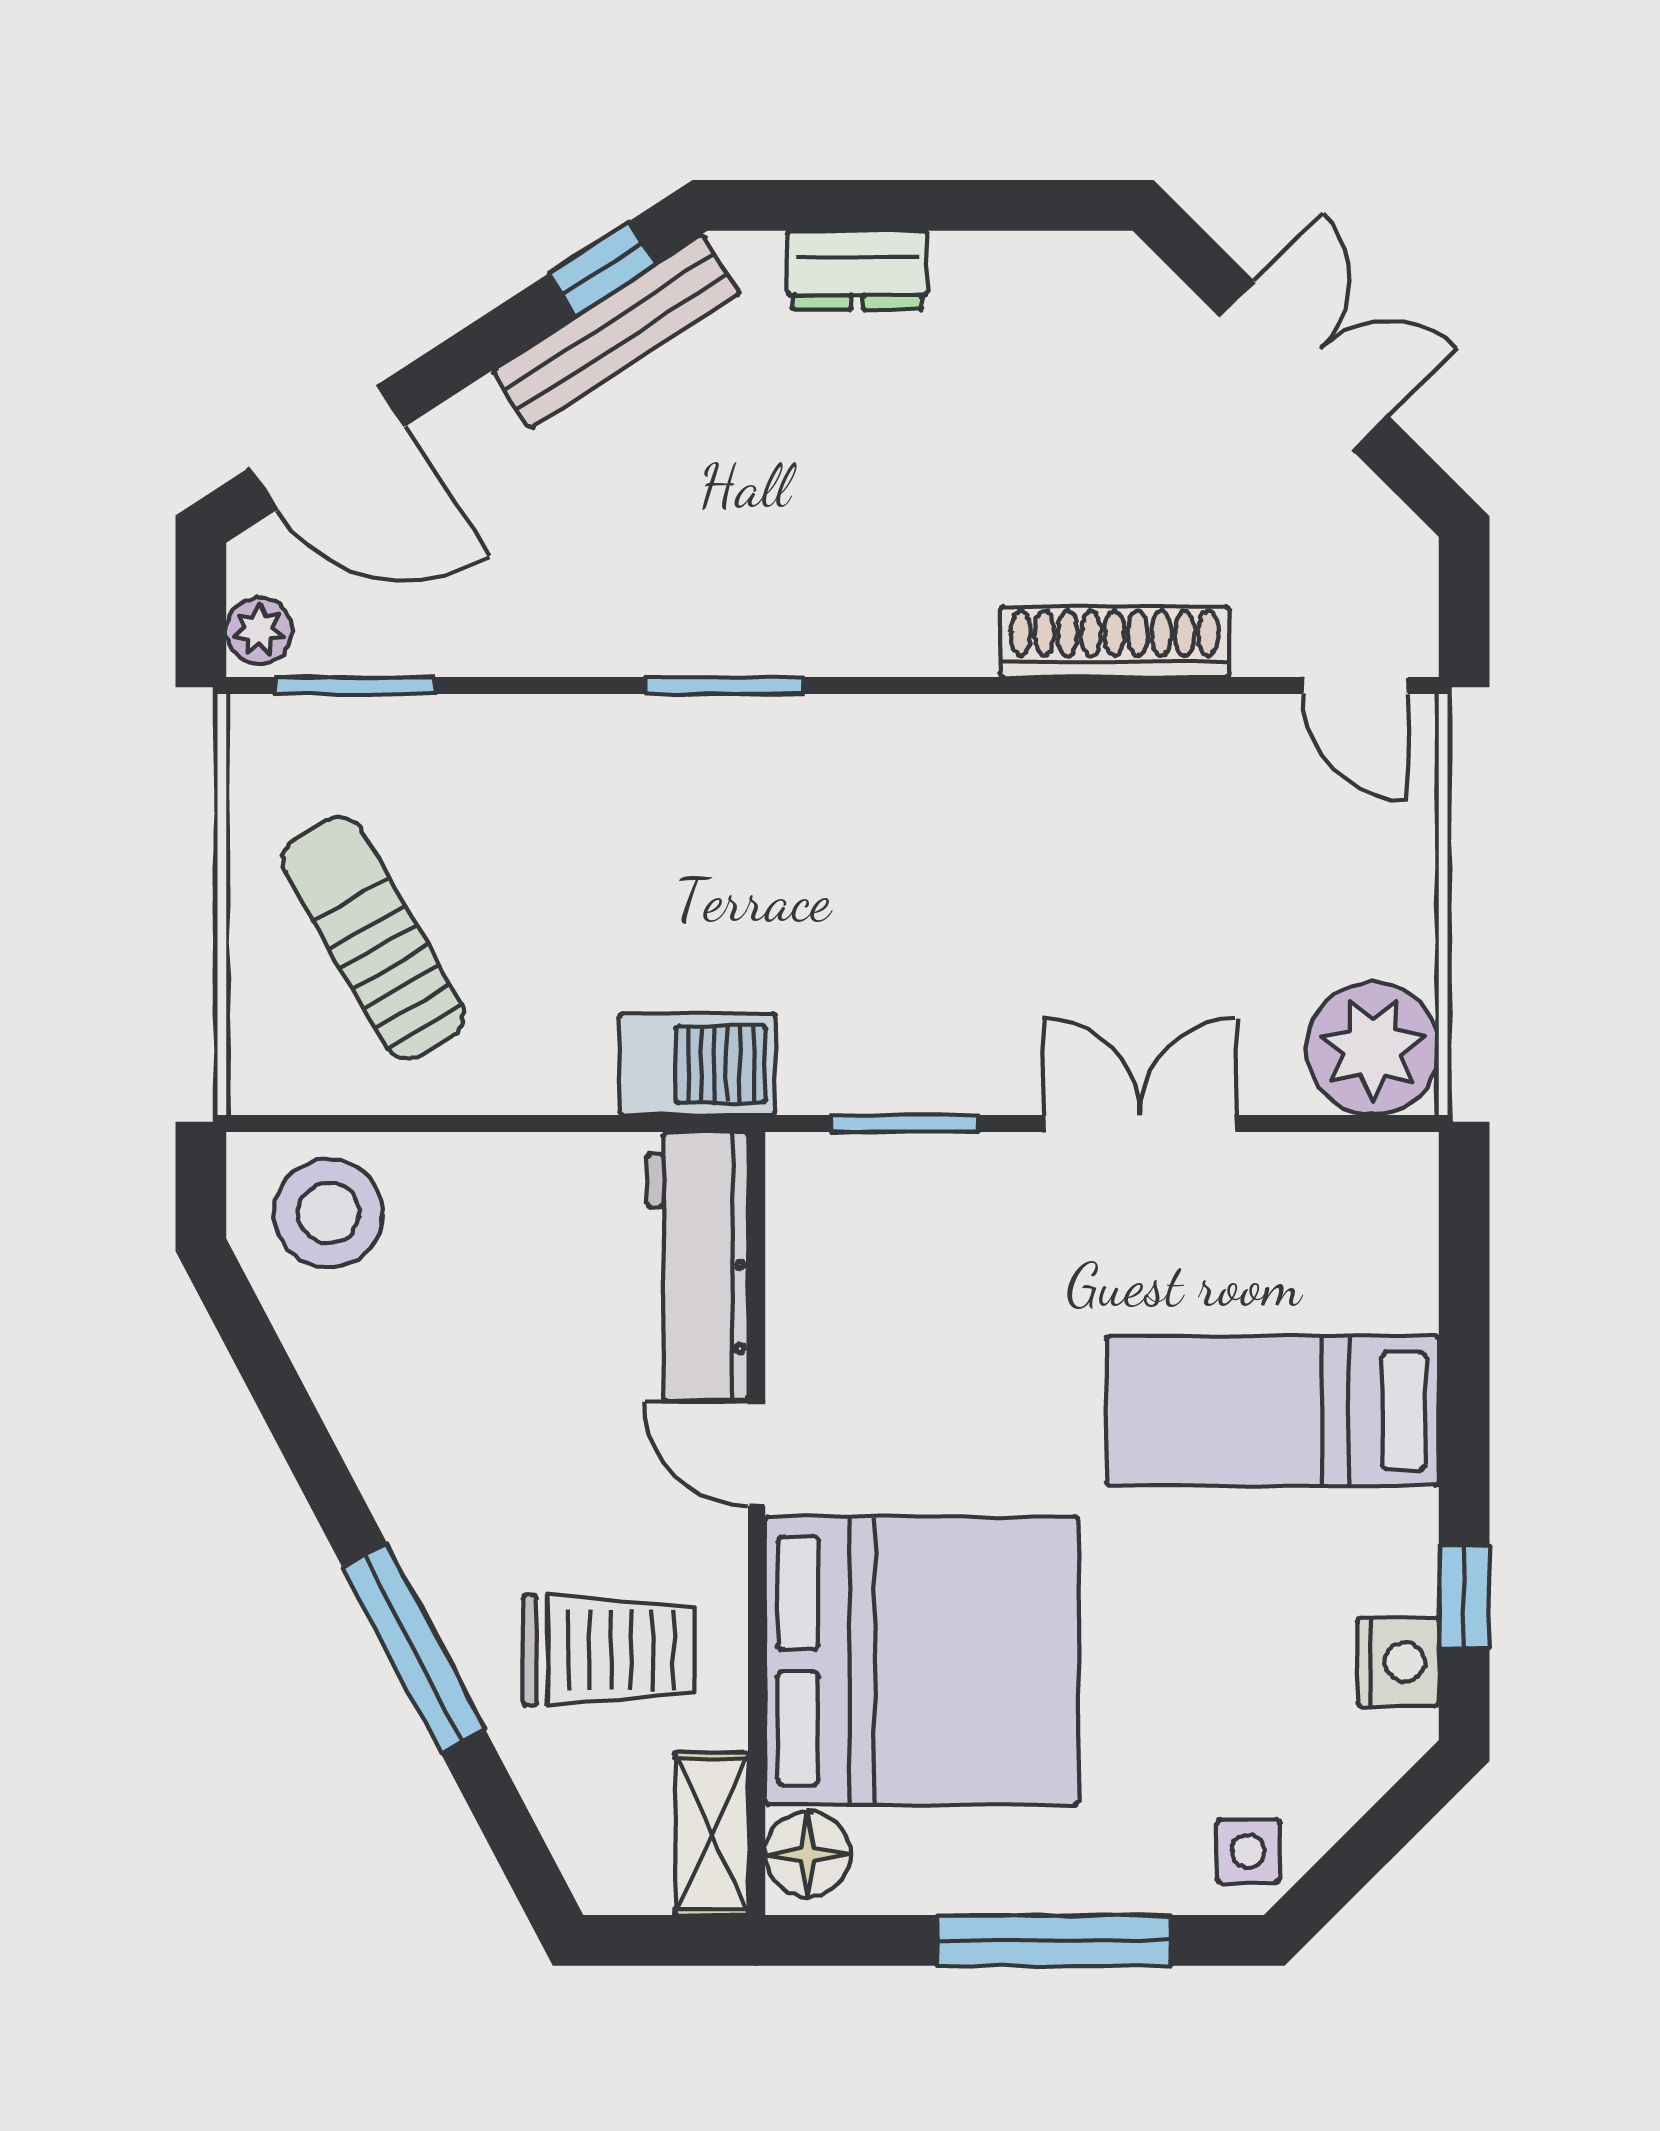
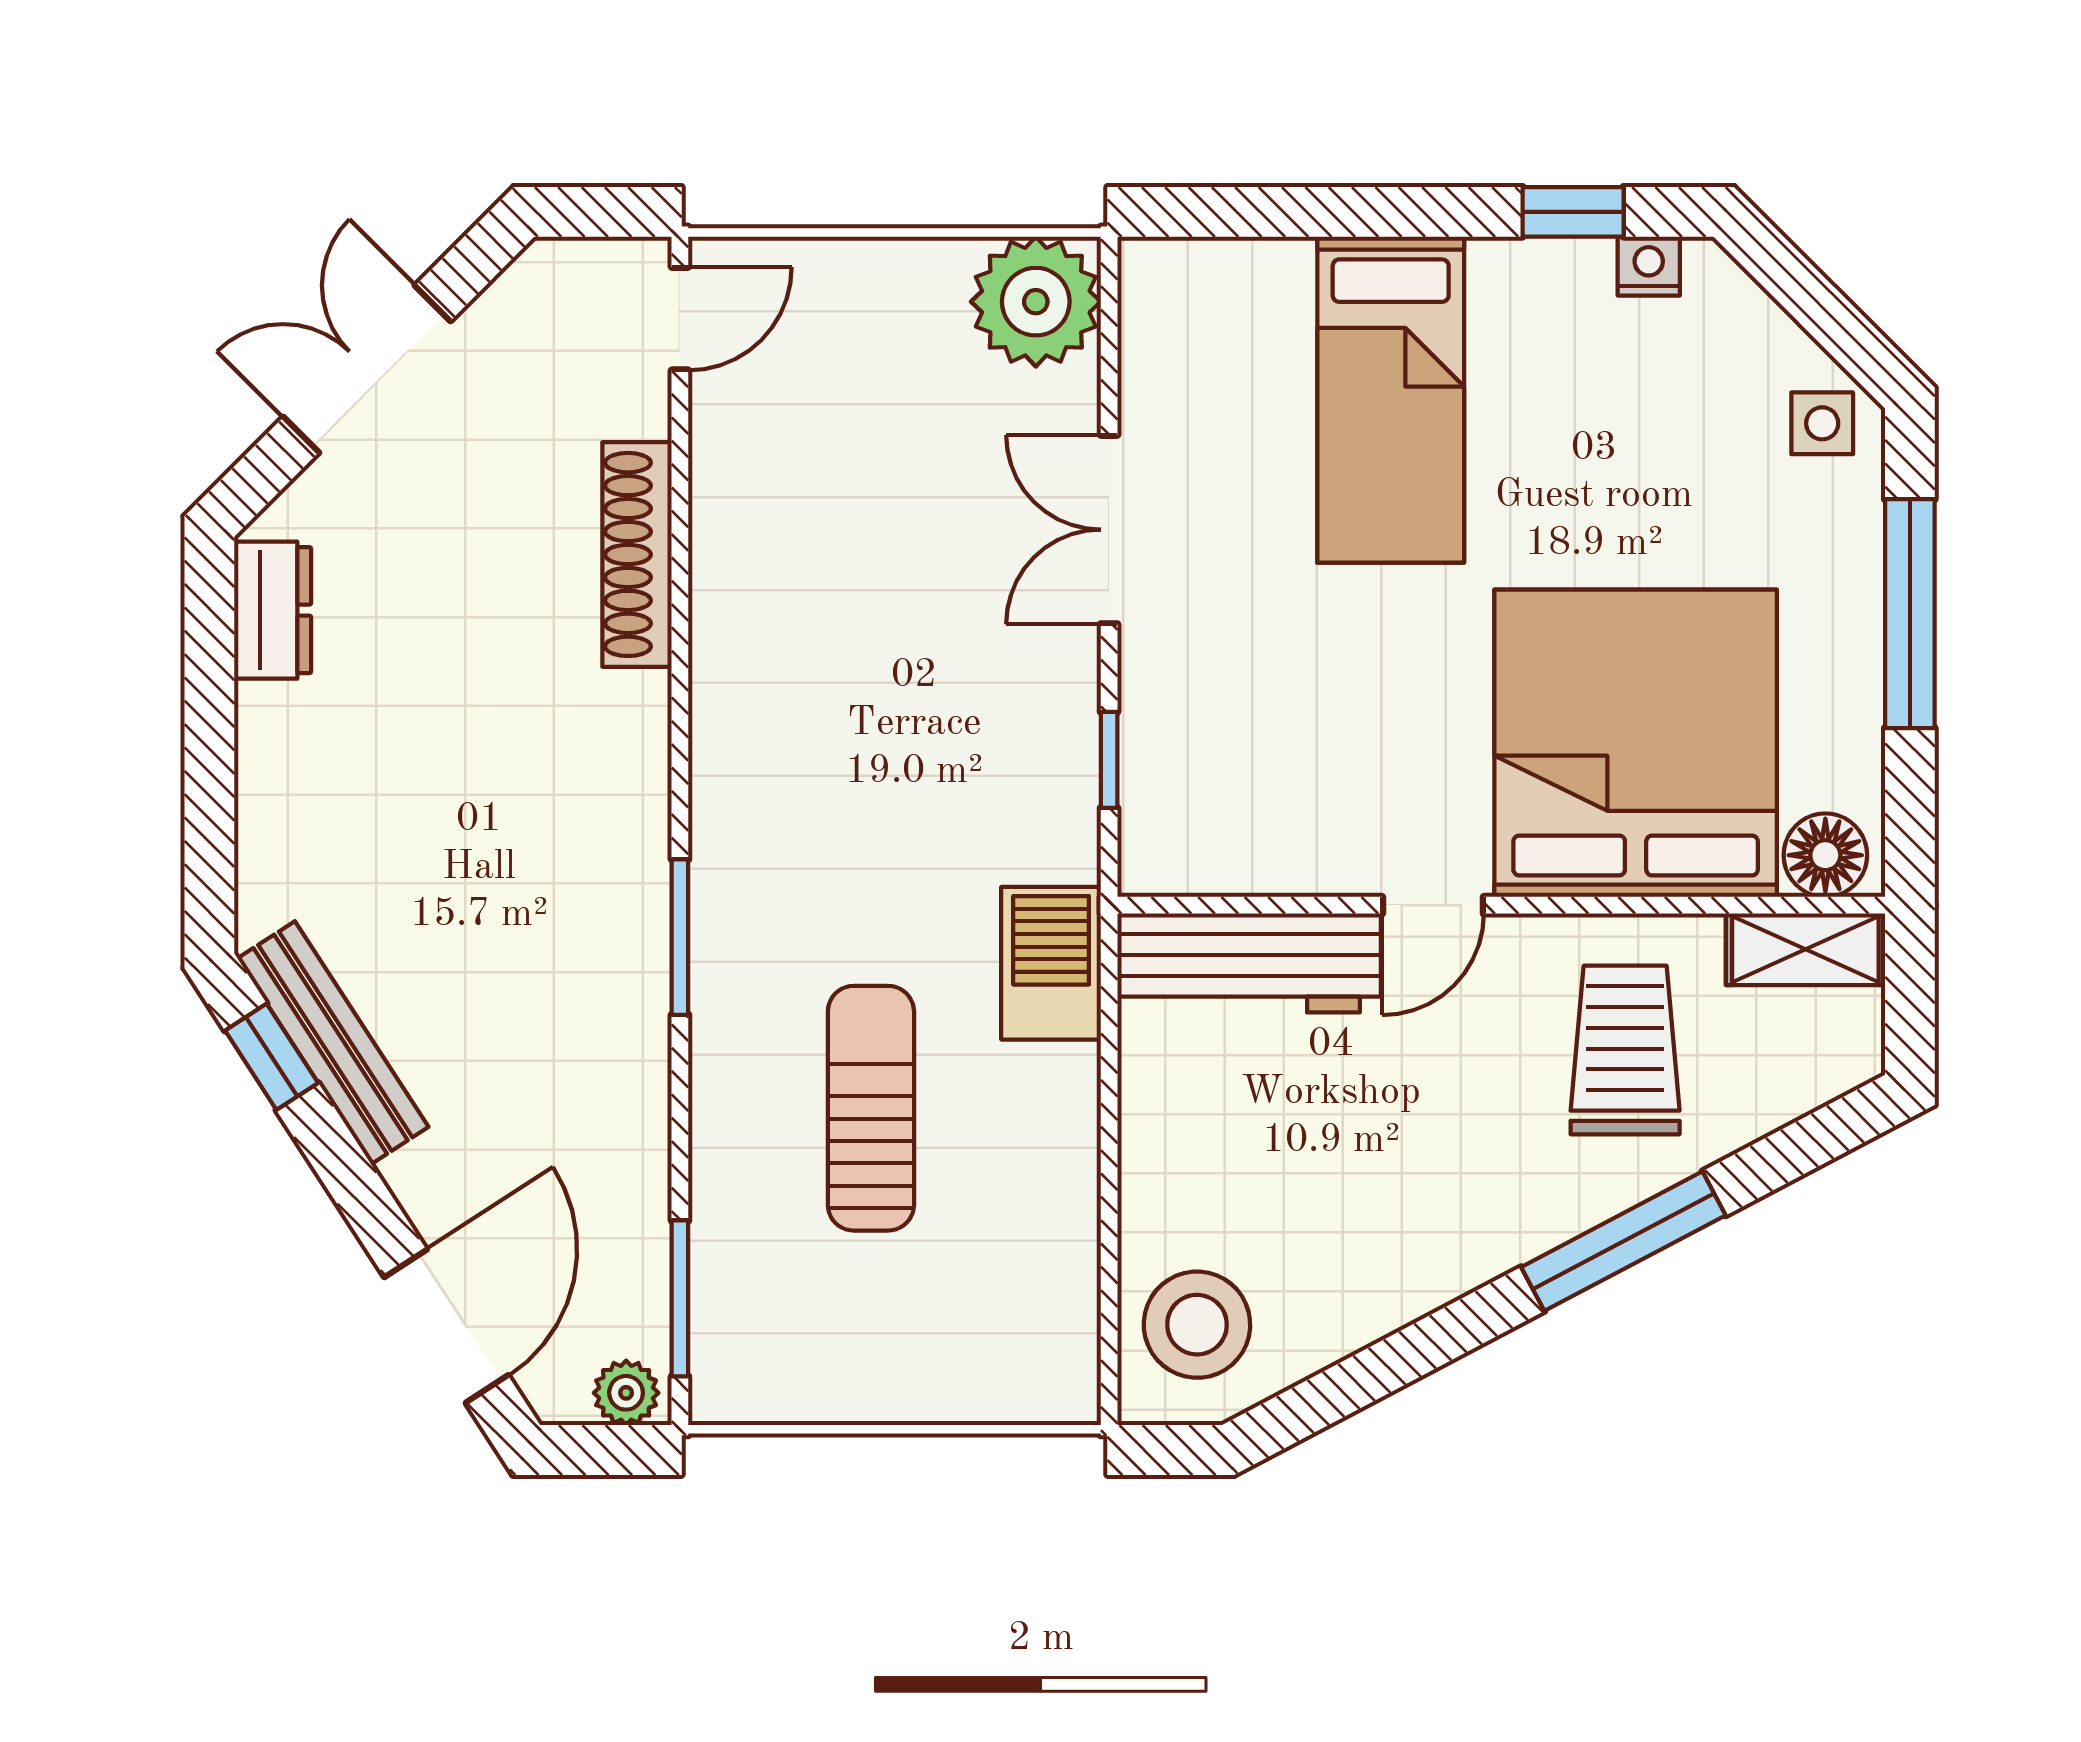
dresser: (857, 270) -> (273, 610), moved
sun lounger: (373, 938) -> (871, 1108), moved, turned 120
window: (905, 1123) -> (1109, 760), width x0.67
nightstand: (1398, 1662) -> (1649, 266), width x0.72, depth x0.74

